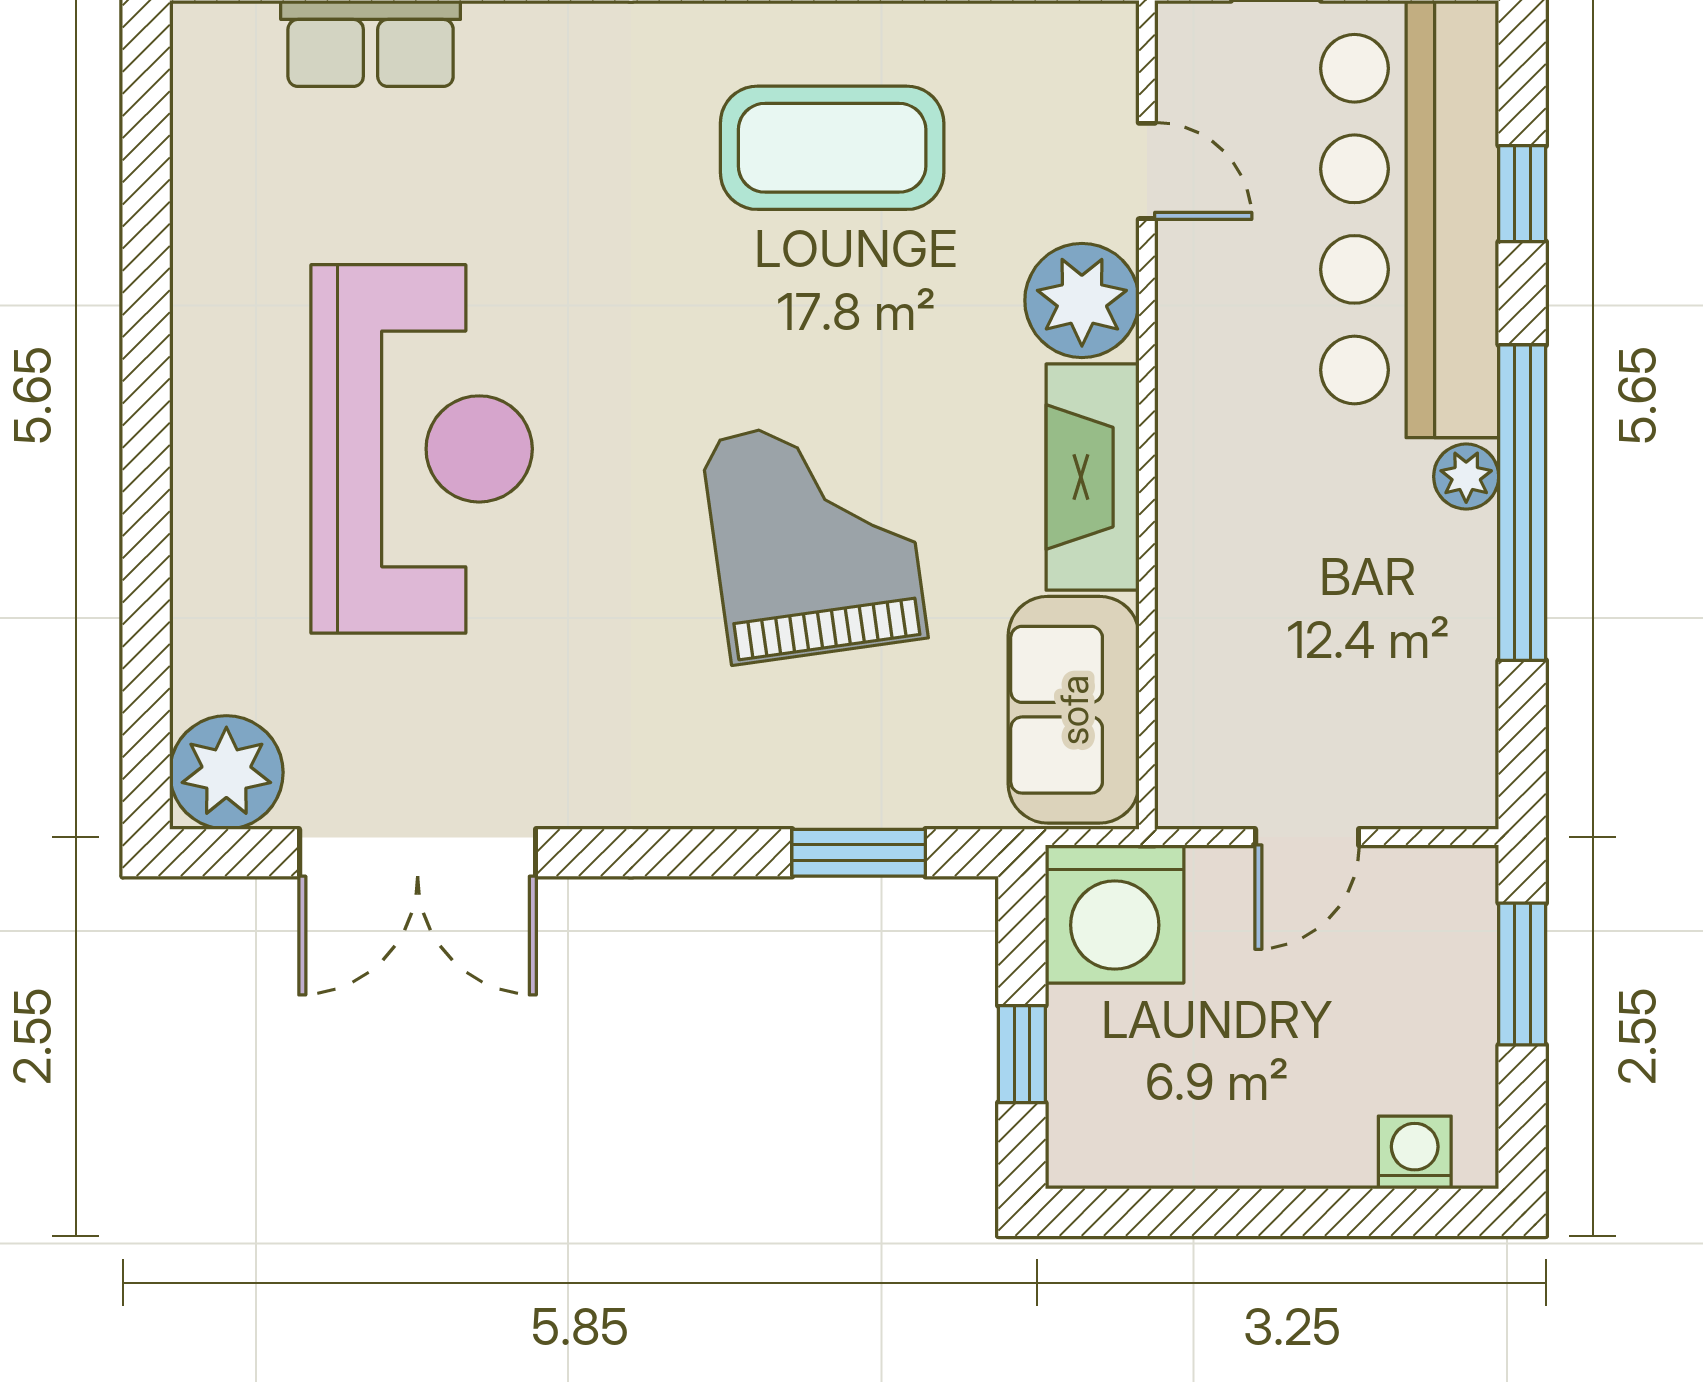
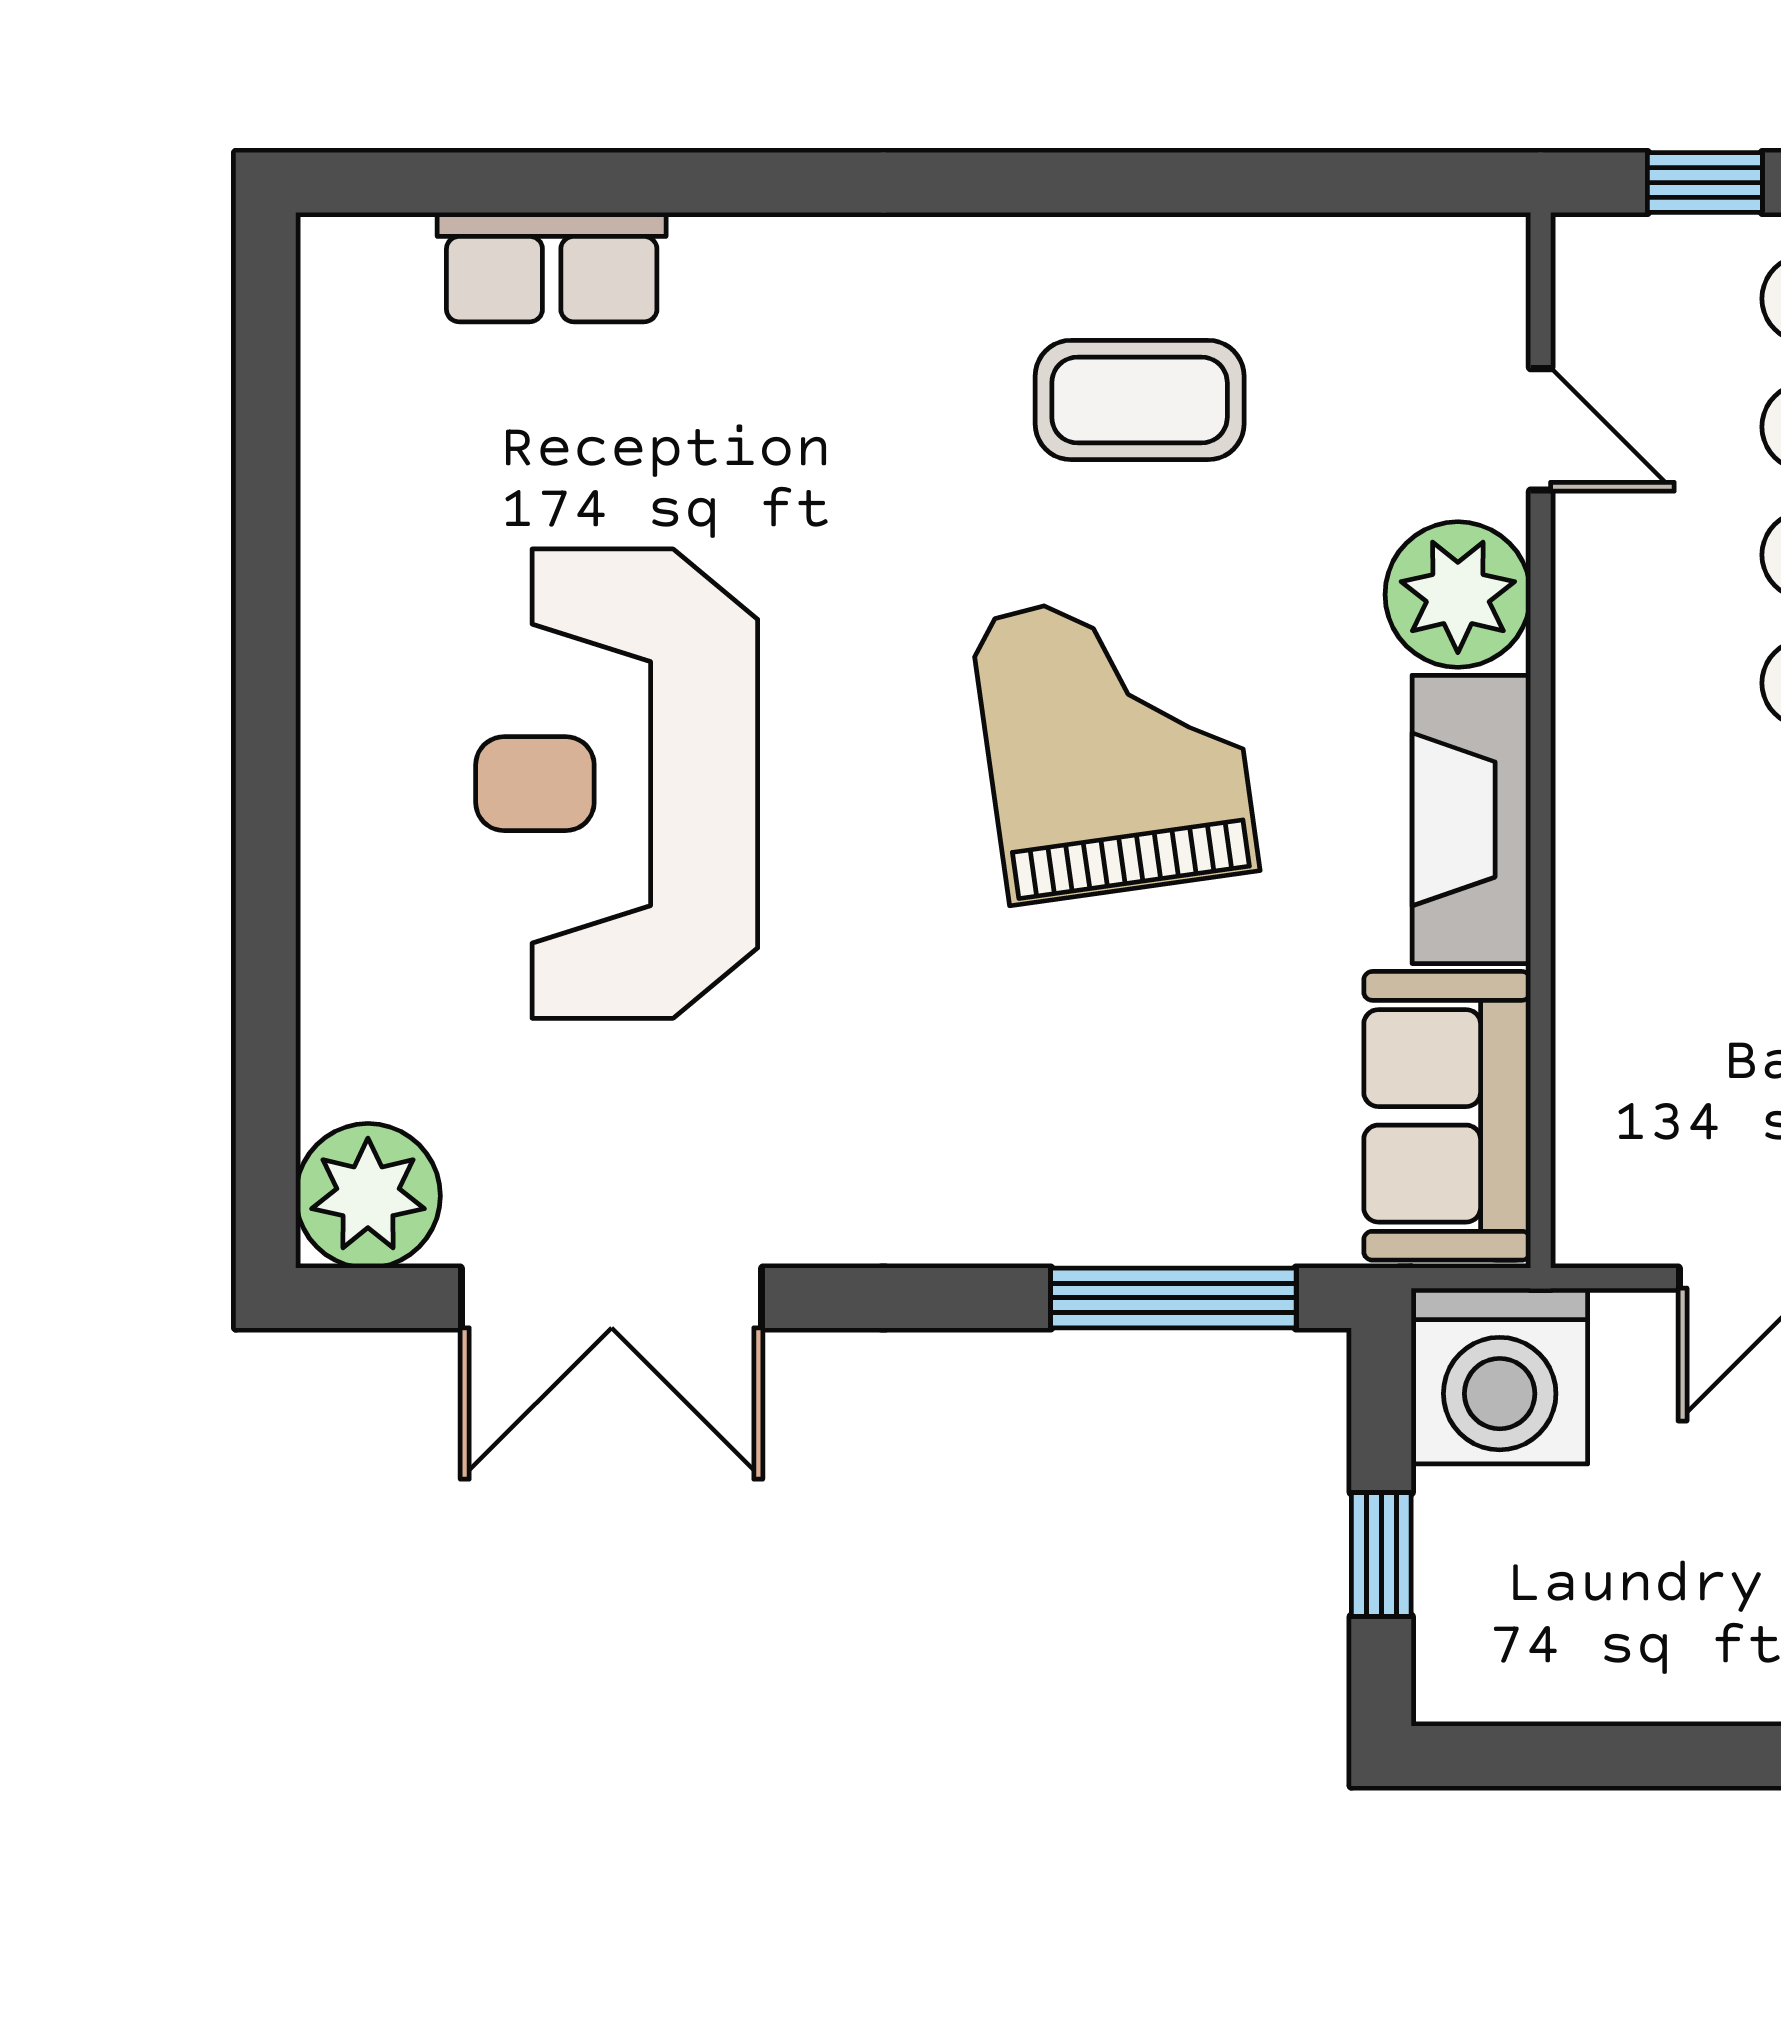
coffee table: (832, 148) -> (1140, 400), width x0.73, depth x0.76
reception desk: (422, 449) -> (617, 784), turned 180
grand piano: (814, 538) -> (1115, 743), moved
window: (859, 853) -> (1173, 1298), width x1.44

